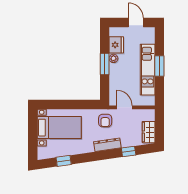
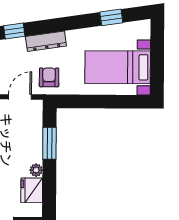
window: (105, 64) -> (49, 143), moved
door: (124, 107) -> (20, 97), swing flipped

